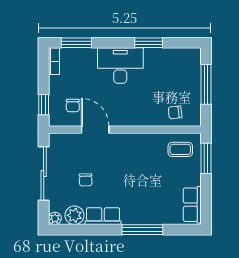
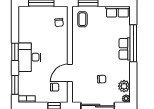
window: (149, 43) -> (15, 52), moved
row of seats: (103, 216) -> (125, 49), moved
window: (142, 230) -> (133, 43), width x1.46

